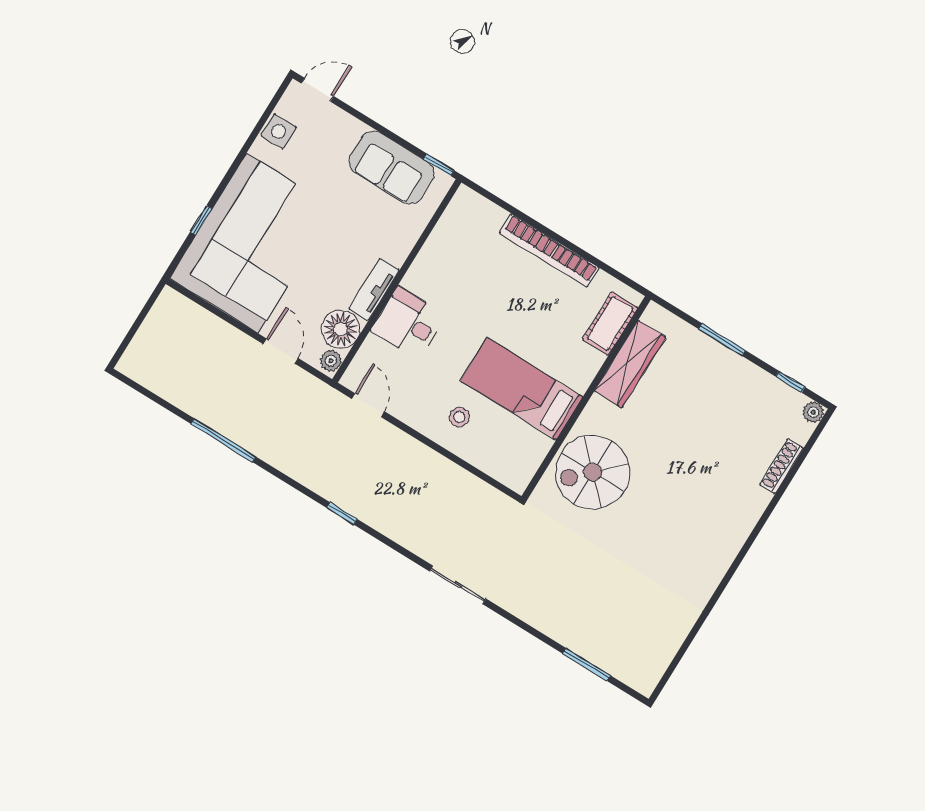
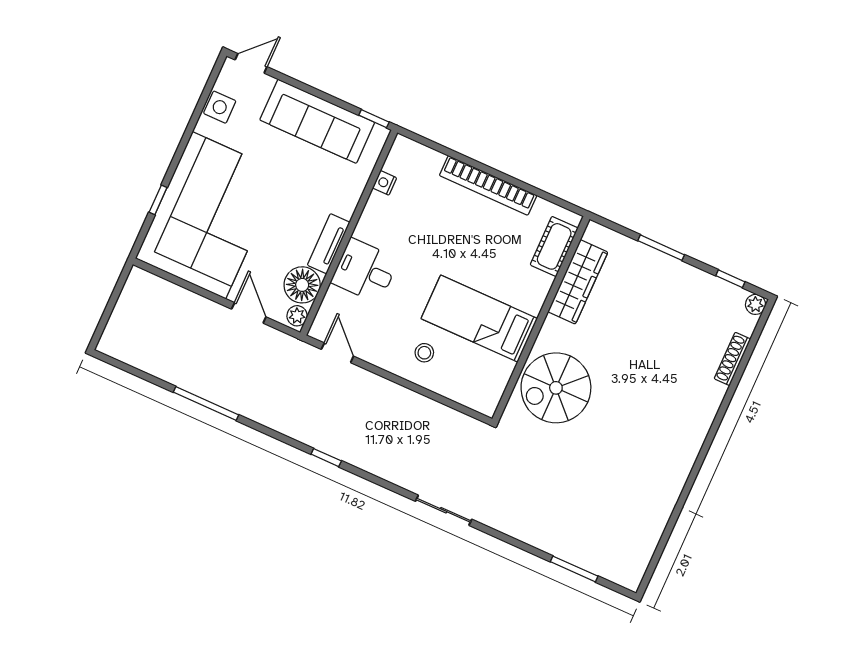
sofa: (392, 167) -> (317, 121), width x1.36
nightstand: (441, 234) -> (385, 183), added

